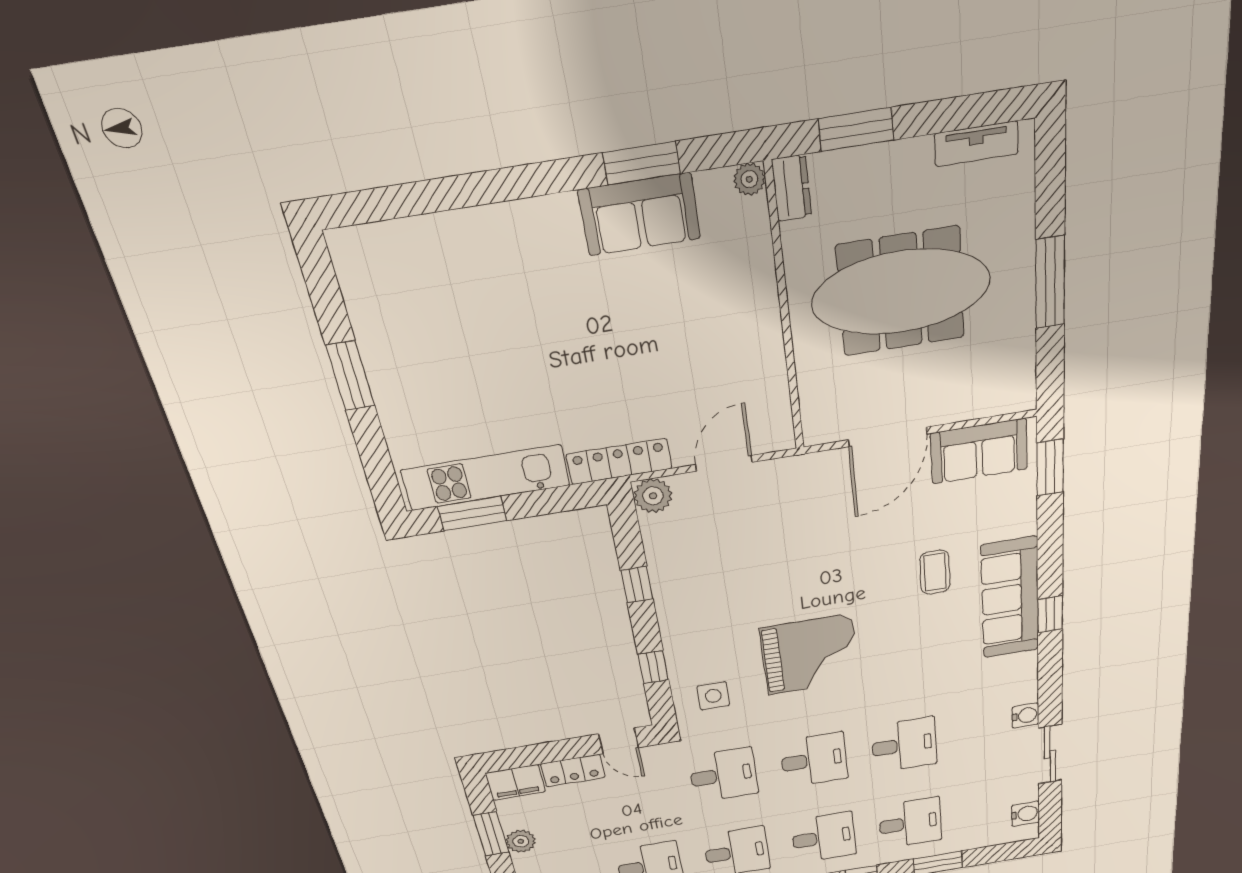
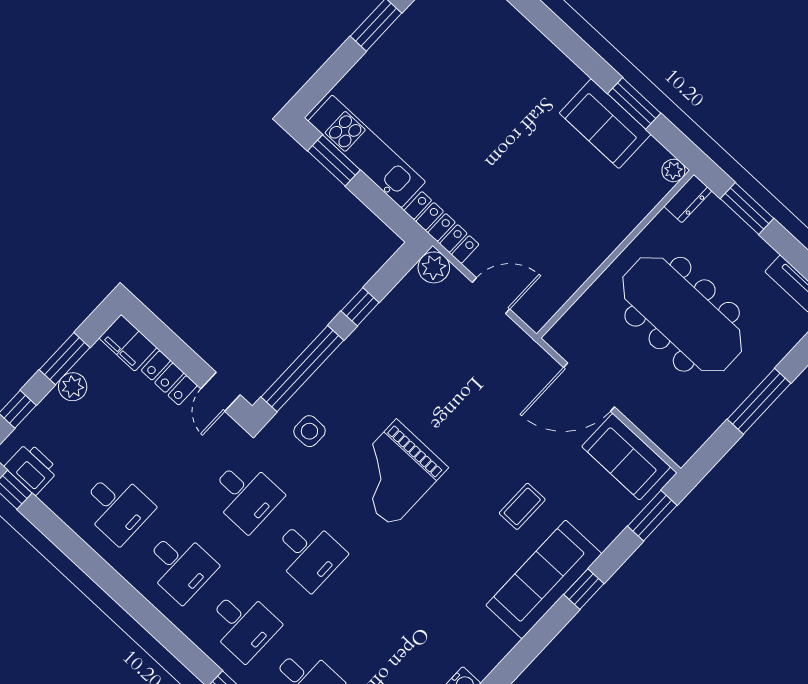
window: (1050, 614) -> (584, 589), moved
grand piano: (810, 655) -> (394, 473), turned 90
window: (653, 667) -> (302, 369), width x3.17
desk: (904, 745) -> (371, 613), removed

